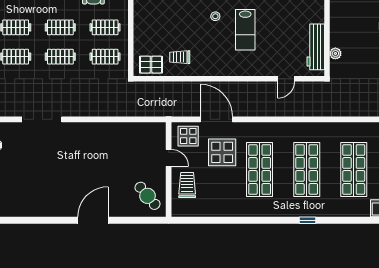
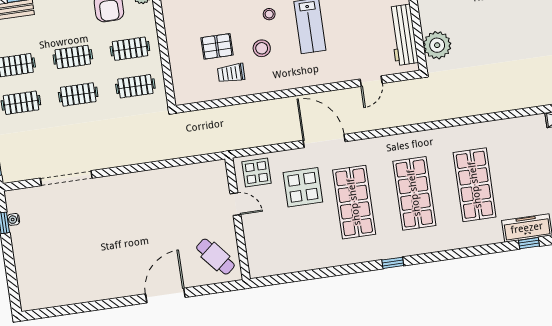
stool: (206, 42) -> (262, 48), added
plant: (335, 53) -> (437, 45), width x1.87, depth x1.87
pallet: (151, 65) -> (217, 46), moved
door: (216, 119) -> (324, 141), moved
trolley: (187, 185) -> (264, 235), removed
door: (93, 220) -> (165, 296), moved
window: (308, 220) -> (393, 263), moved

